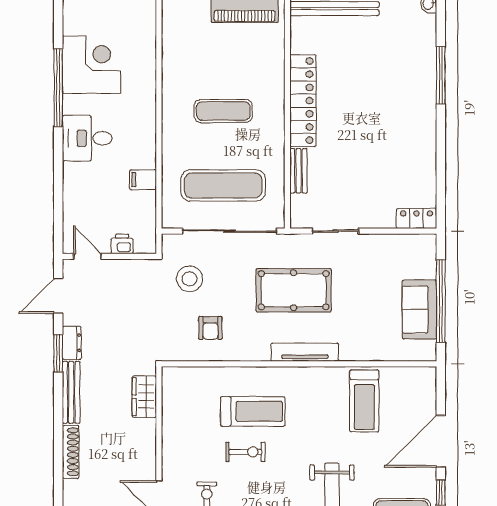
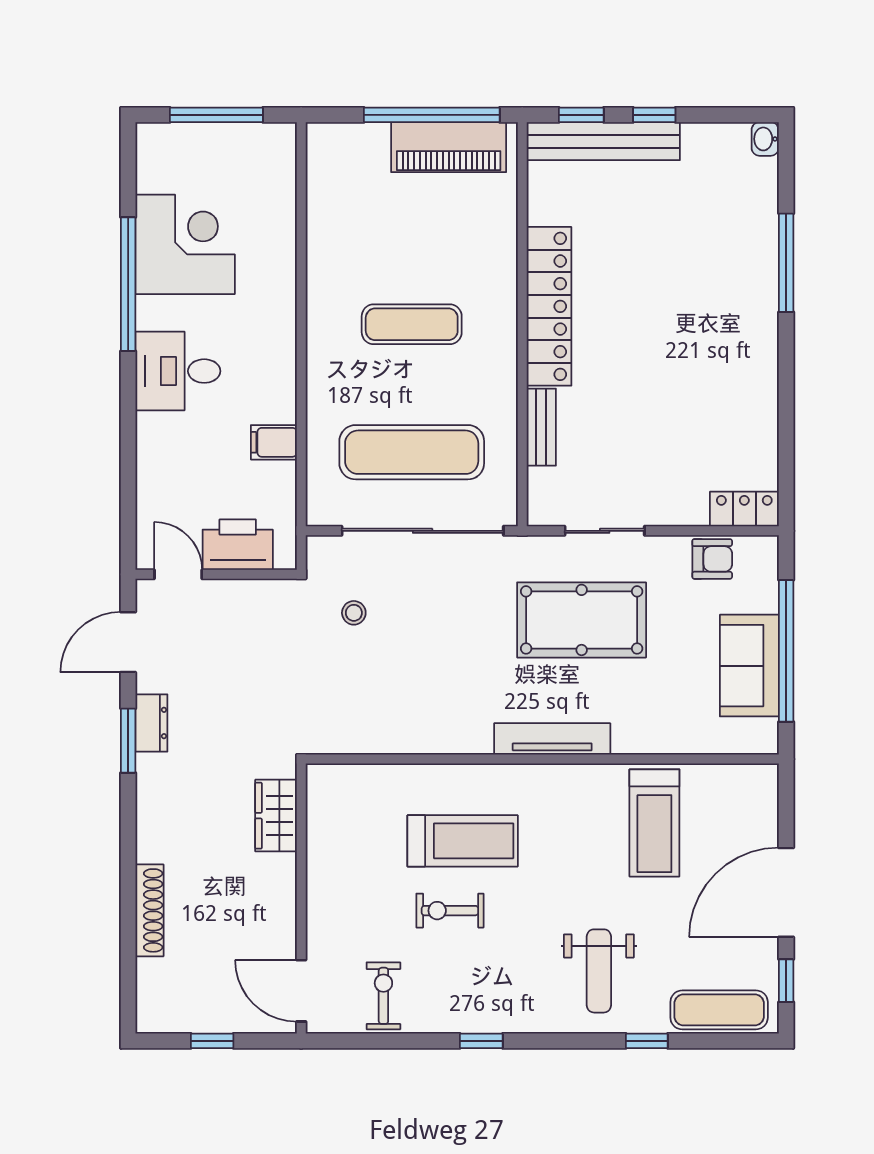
printer: (122, 244) -> (238, 545), width x1.87, depth x1.48
stool: (190, 279) -> (354, 613), width x0.53, depth x0.53
pool table: (294, 290) -> (582, 620), moved
armchair: (210, 328) -> (712, 559), moved, turned -90
bench: (71, 392) -> (150, 808), removed
exercise bike: (245, 452) -> (450, 911), turned 180

